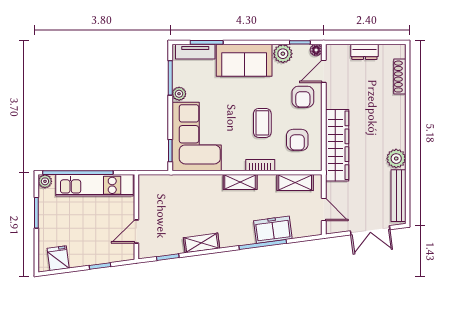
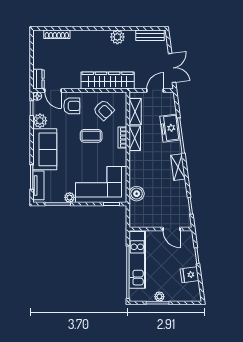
dresser: (364, 52) -> (39, 79), moved
armchair: (297, 140) -> (104, 110), turned 45
plant: (45, 181) -> (159, 297), moved
shelving: (240, 182) -> (135, 138), moved
boiler: (184, 185) -> (137, 194), added
bench: (399, 196) -> (150, 35), width x0.73
double door: (370, 230) -> (172, 68), moved
shelving: (201, 243) -> (178, 167), moved
fridge: (58, 258) -> (190, 275), moved

